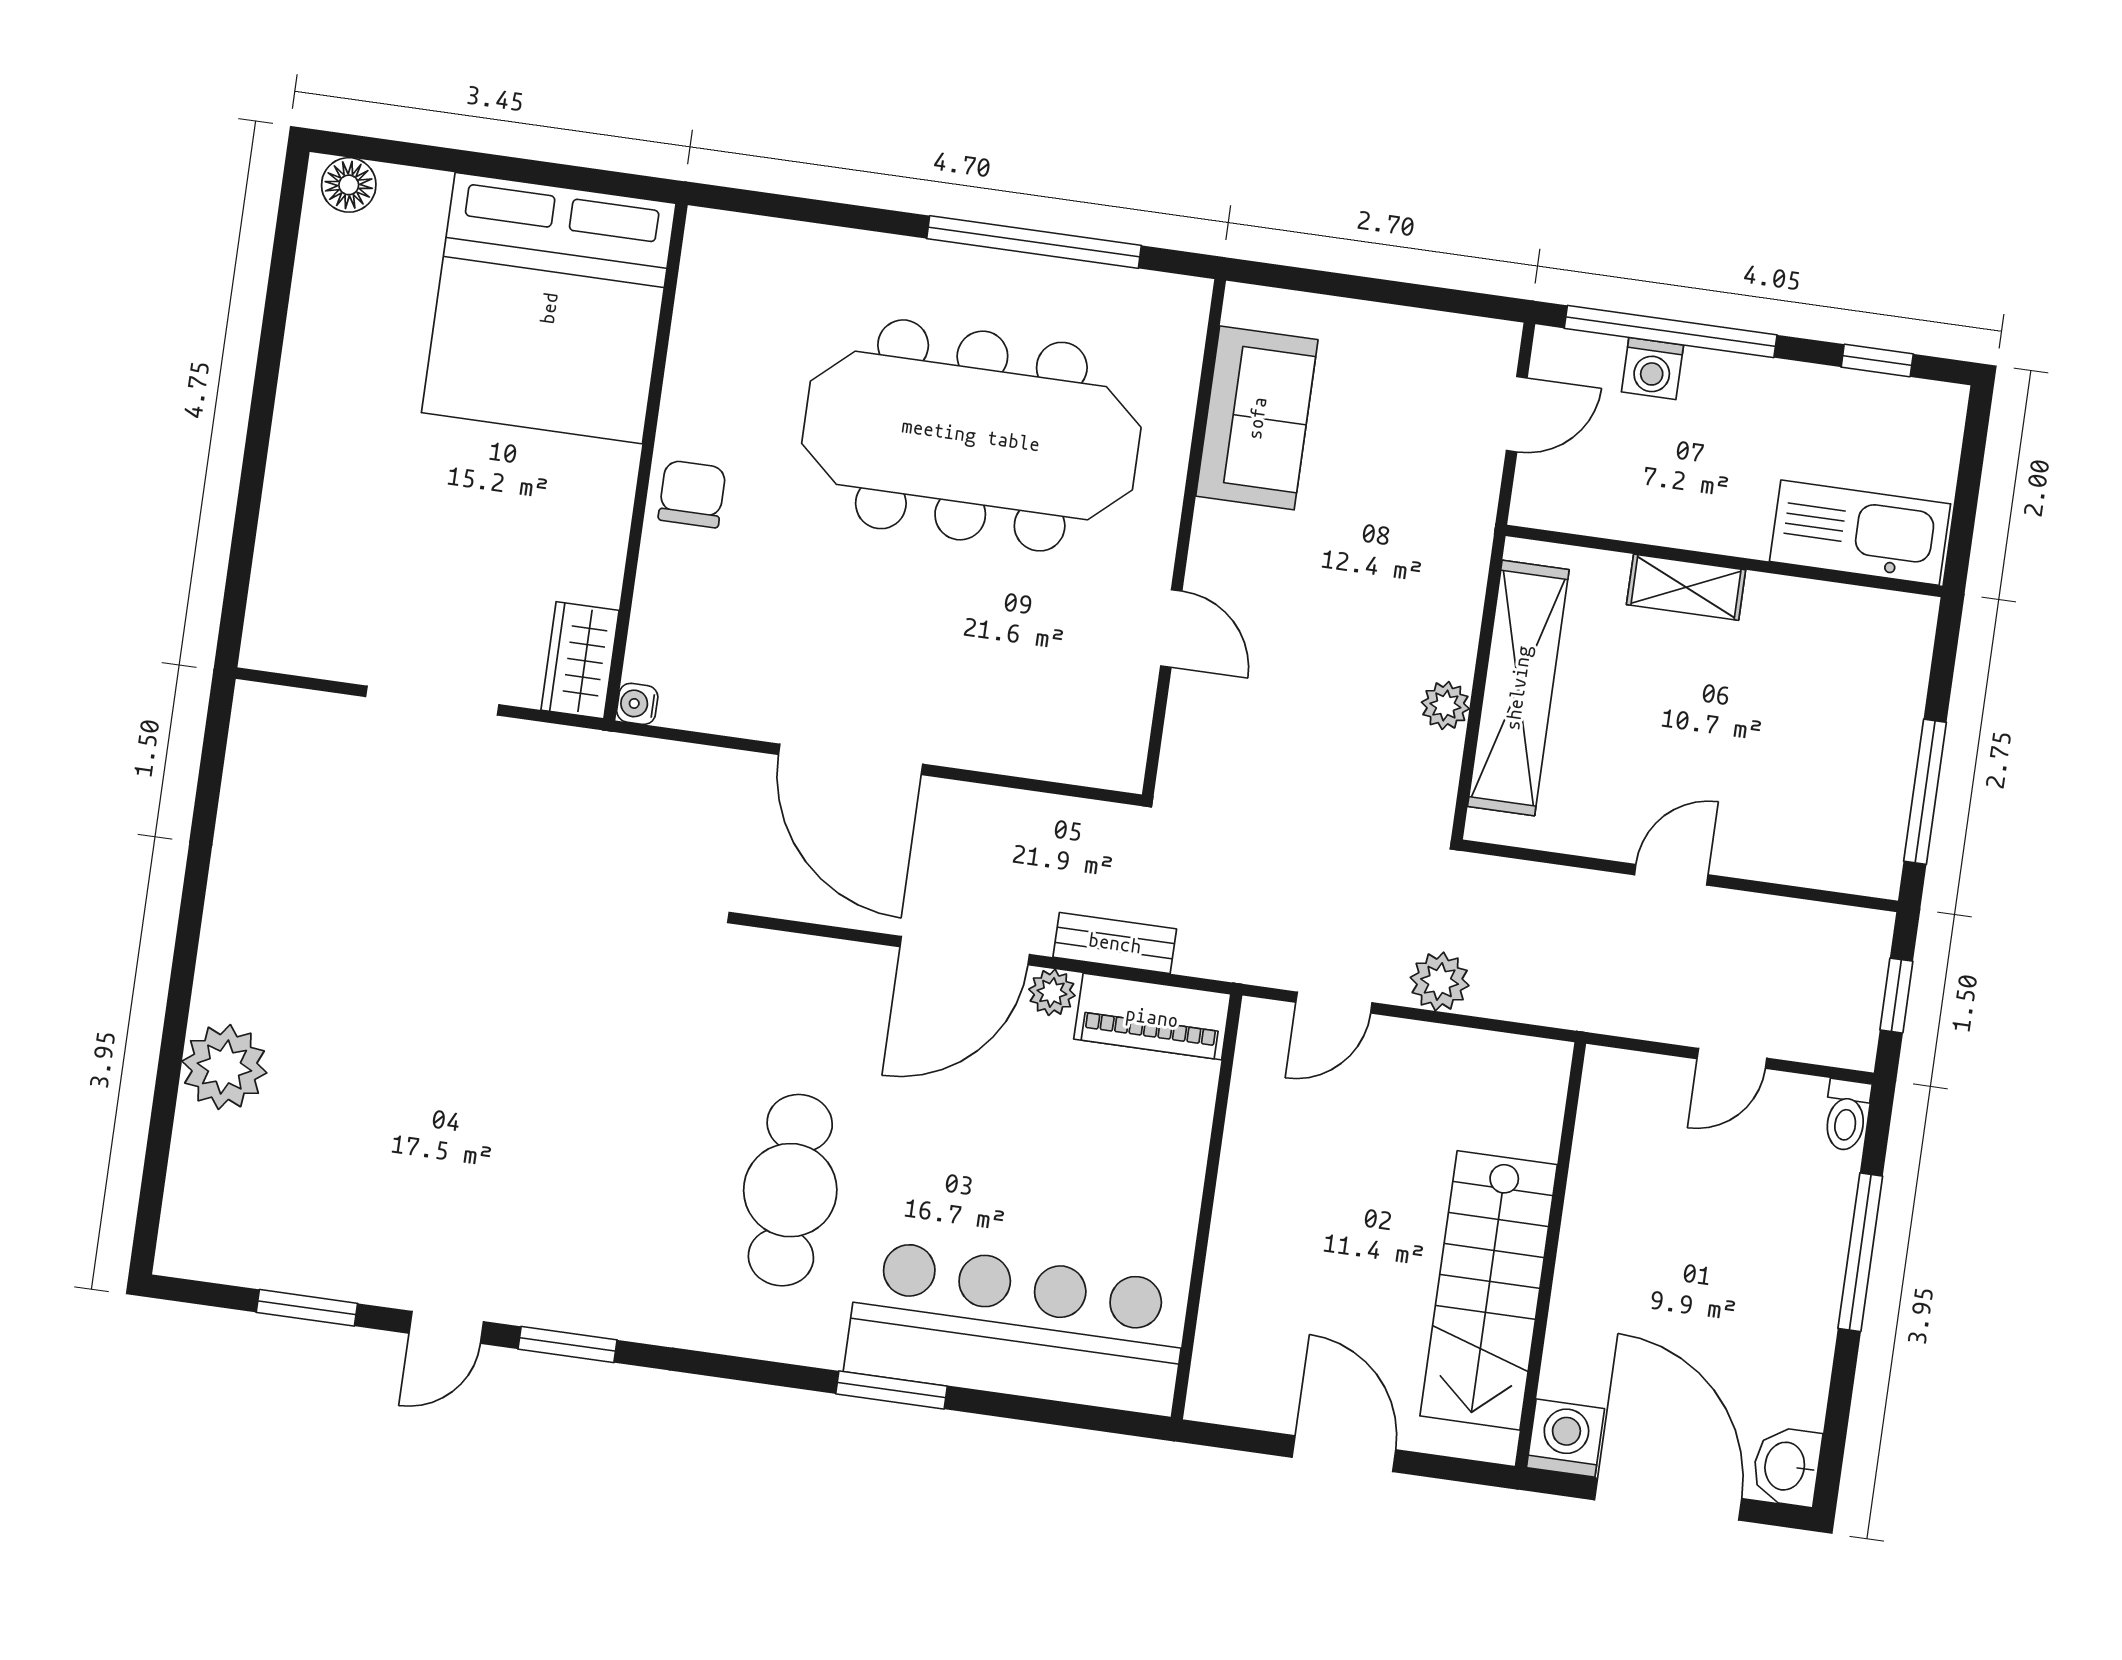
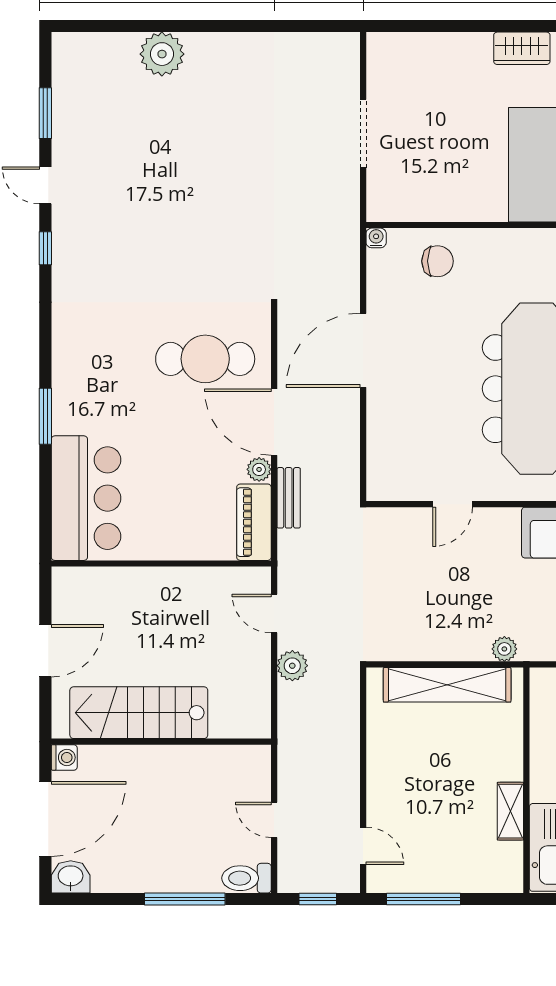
chair: (692, 494) -> (437, 261), moved
shelving: (1686, 587) -> (510, 811), moved
wardrobe: (580, 660) -> (522, 48), moved, turned 180
plant: (1445, 706) -> (504, 649), moved
door: (1671, 875) -> (363, 846), moved
toilet: (1847, 1115) -> (247, 878), width x1.37, depth x1.39
cafe table: (790, 1190) -> (205, 359), moved
bar counter: (1017, 1328) -> (86, 498), width x0.73
window: (568, 1344) -> (45, 248), width x0.67
washing machine: (1565, 1438) -> (64, 757), width x0.73, depth x0.73

